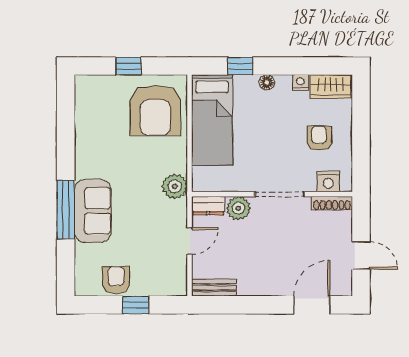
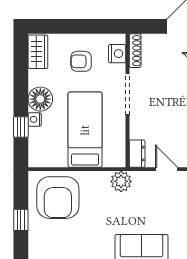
floor lamp: (267, 82) -> (40, 99), width x1.89, depth x1.89
nightstand: (300, 82) -> (35, 119), moved
armchair: (155, 110) -> (58, 198), turned 90
bed: (212, 120) -> (85, 130), moved, turned -90
plant: (238, 208) -> (139, 128), removed

